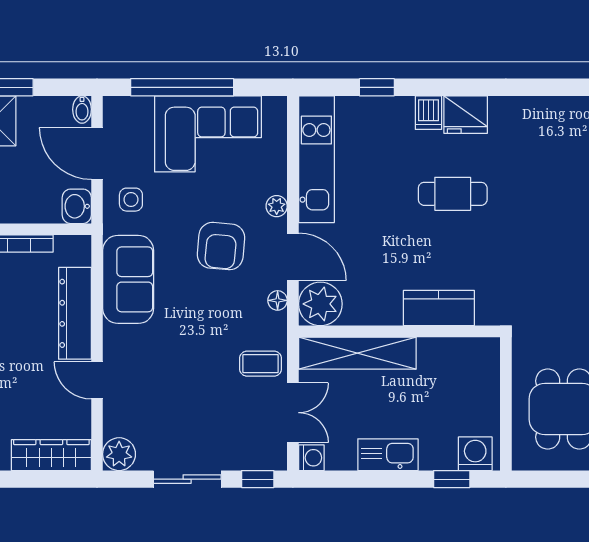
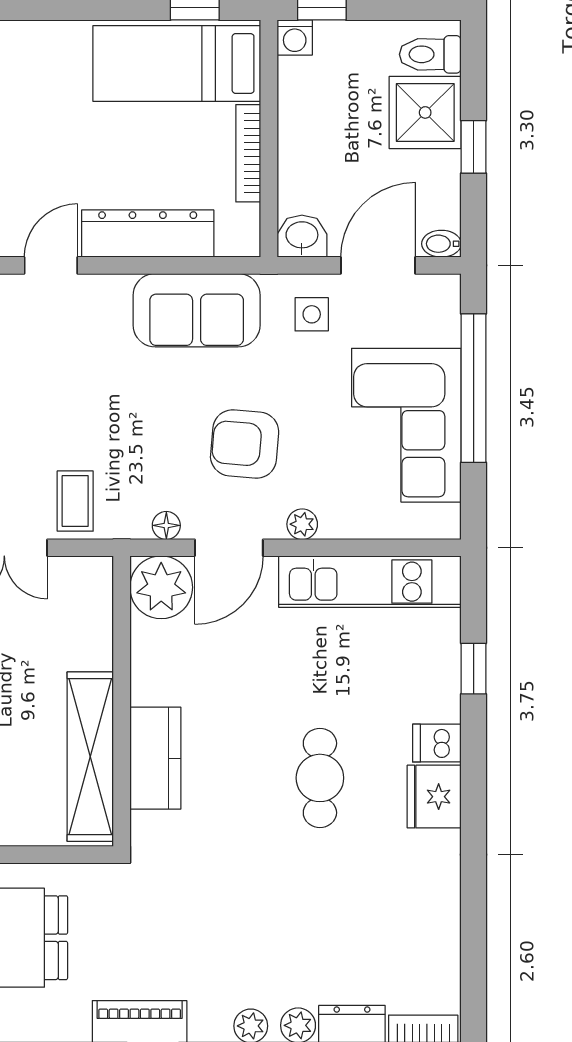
shelving: (357, 353) -> (90, 757), moved

